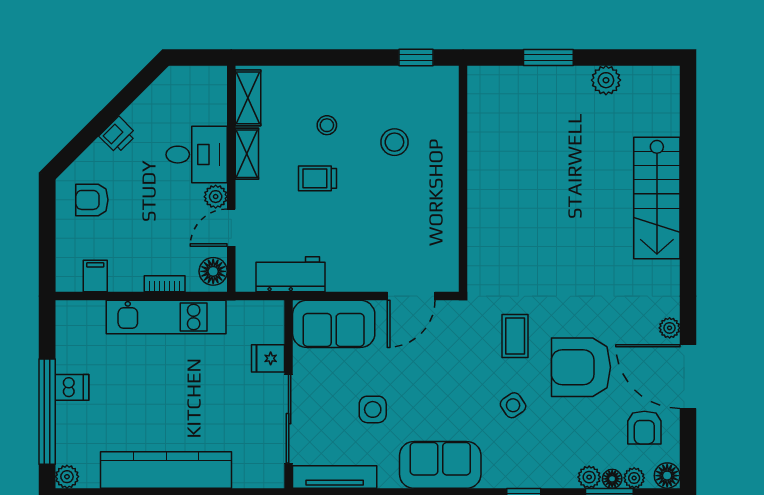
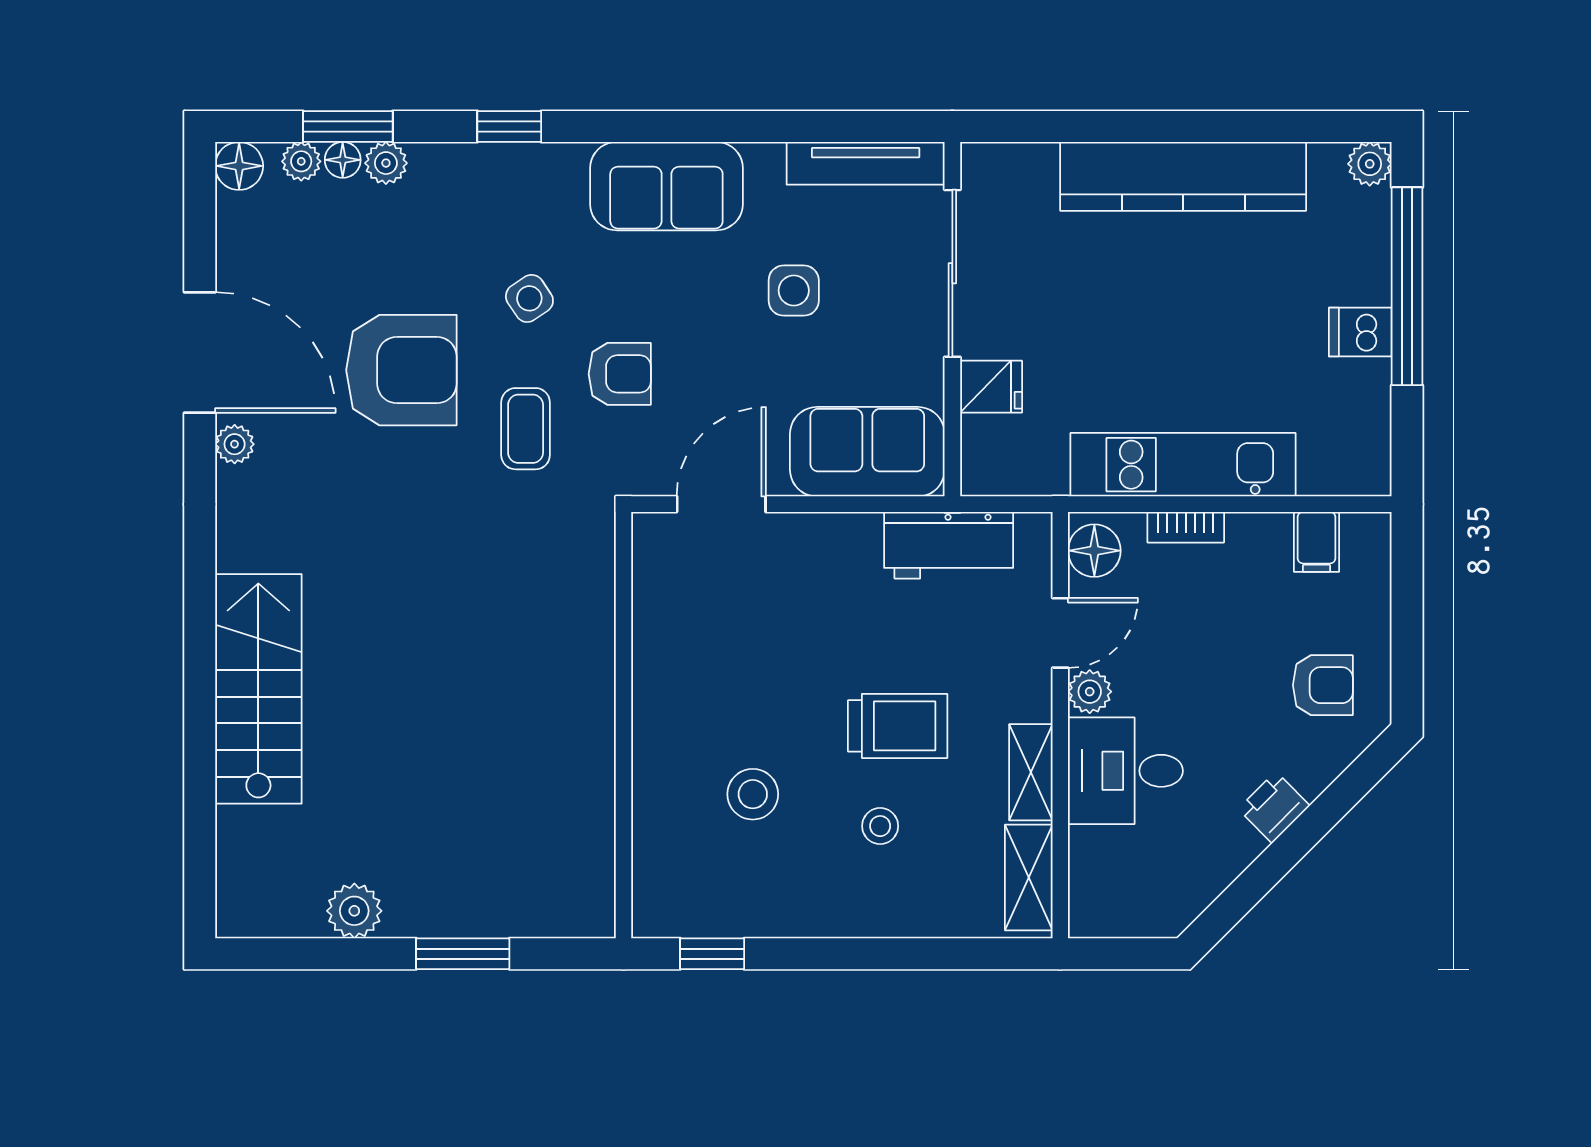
trolley: (318, 178) -> (898, 726), width x1.36, depth x1.39
armchair: (644, 428) -> (620, 374), moved, turned 90

